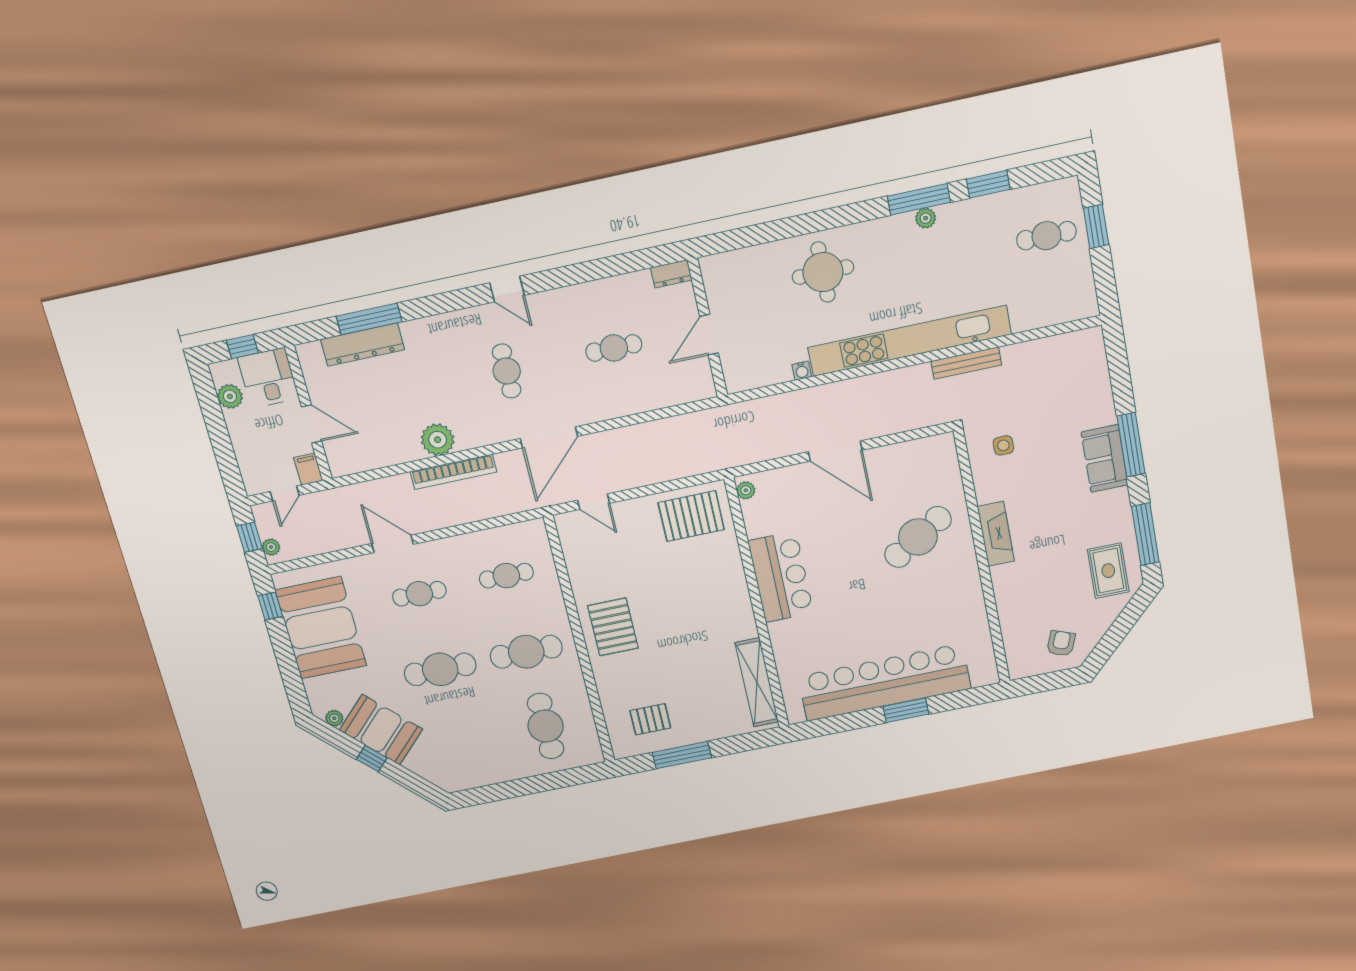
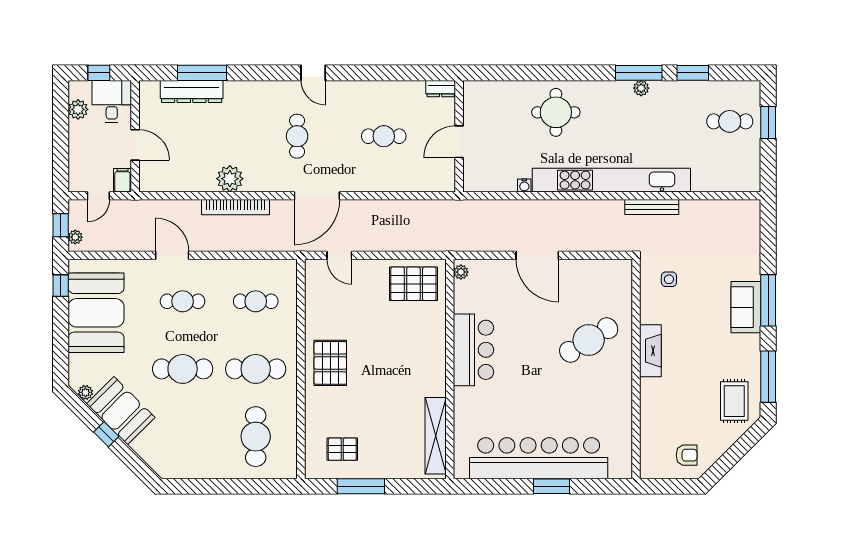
armchair: (1061, 643) -> (687, 455), turned 69

